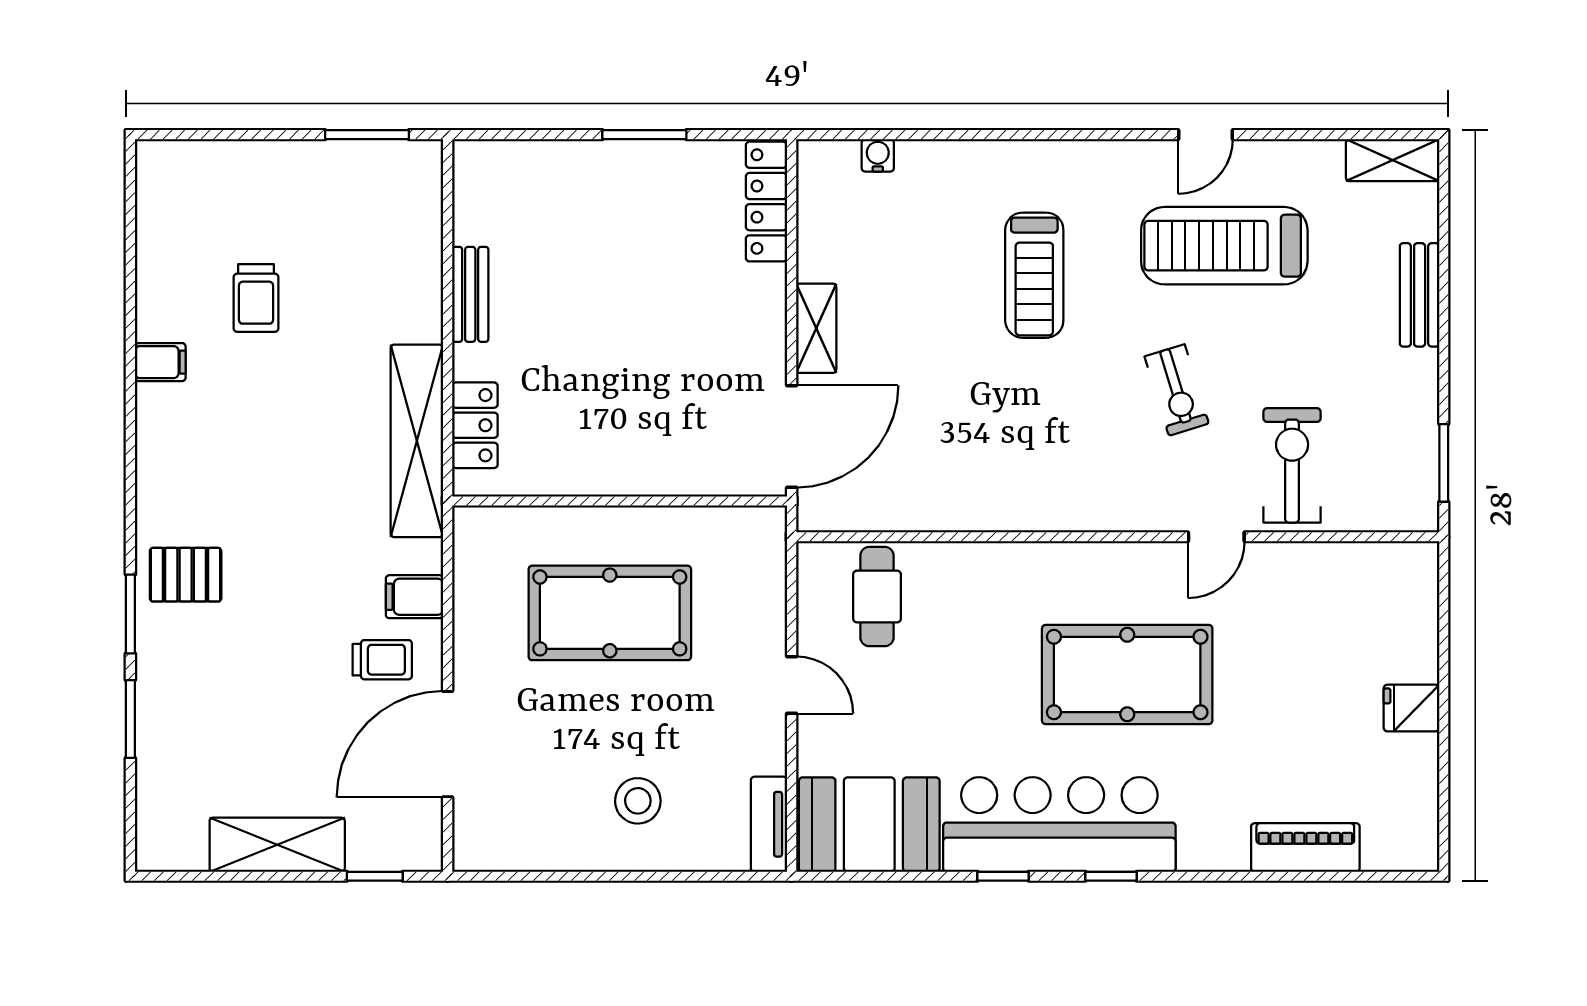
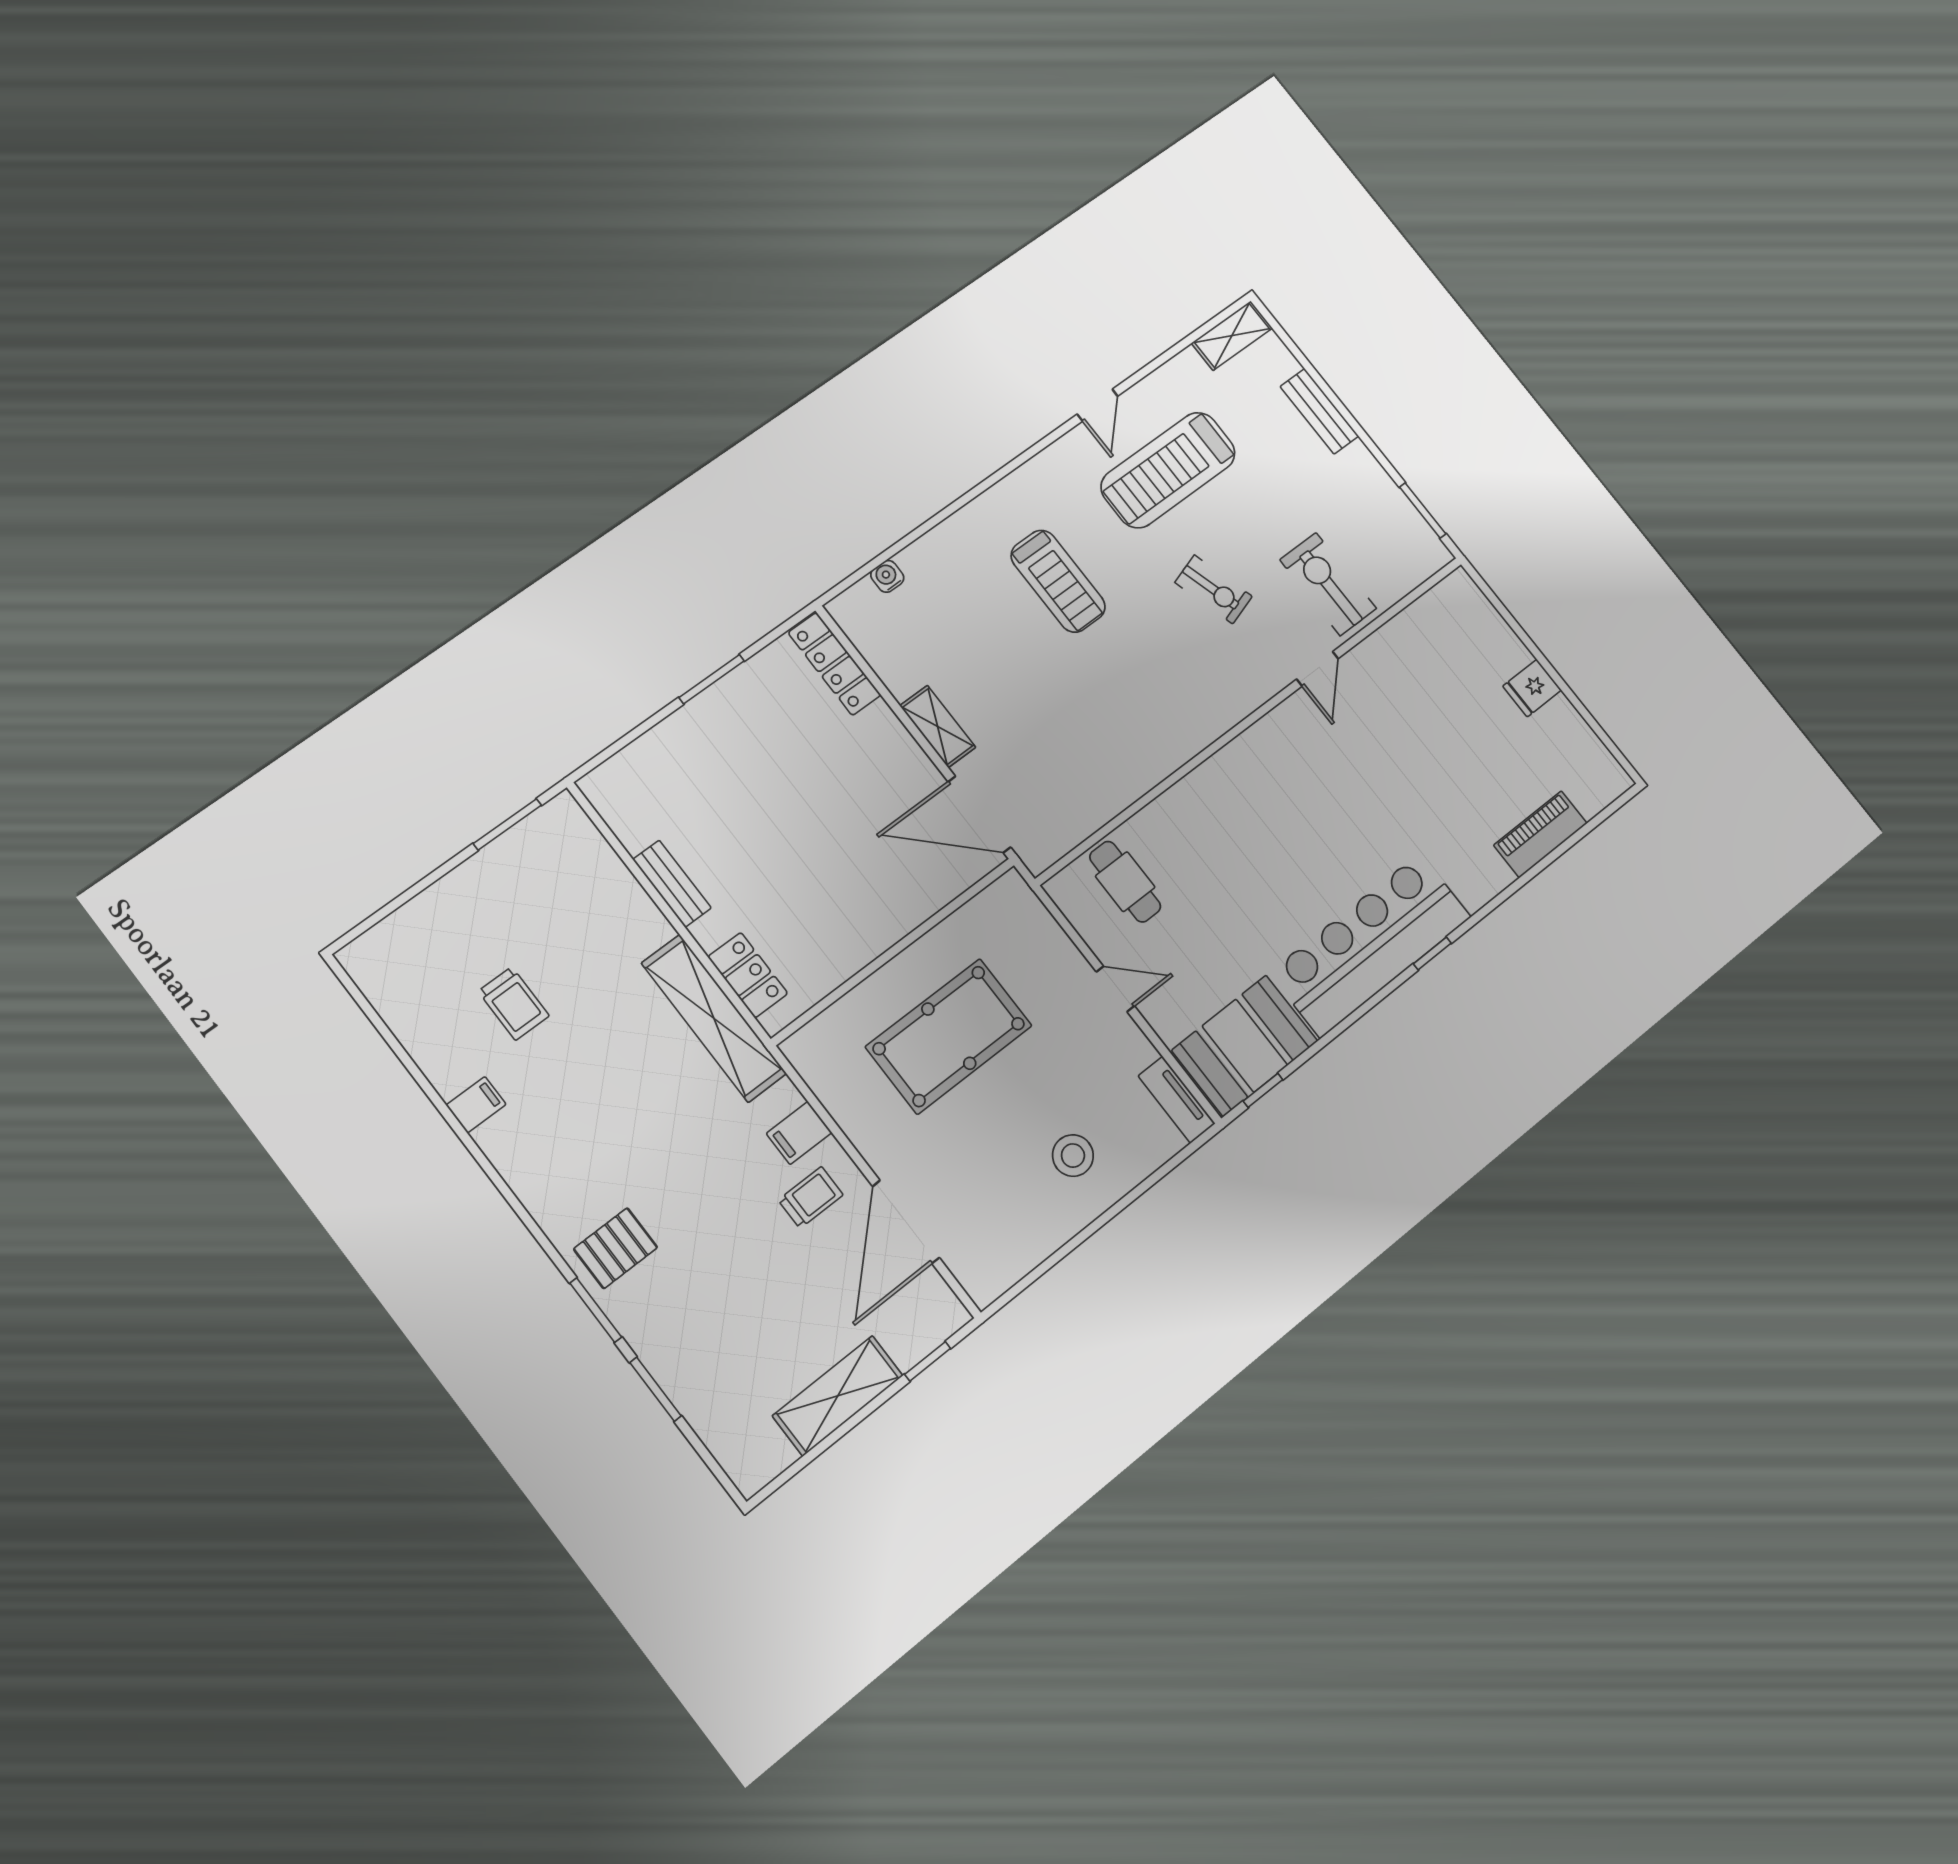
door: (792, 436) -> (979, 814), swing flipped
pool table: (1127, 675) -> (1334, 807), removed
window: (1003, 876) -> (1263, 1090), moved

